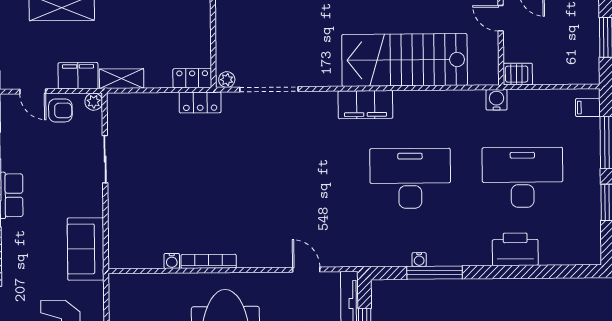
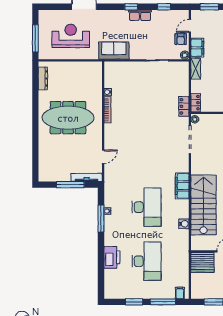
server rack: (518, 74) -> (202, 262), width x2.18, depth x1.44
water cooler: (496, 100) -> (184, 224), moved

